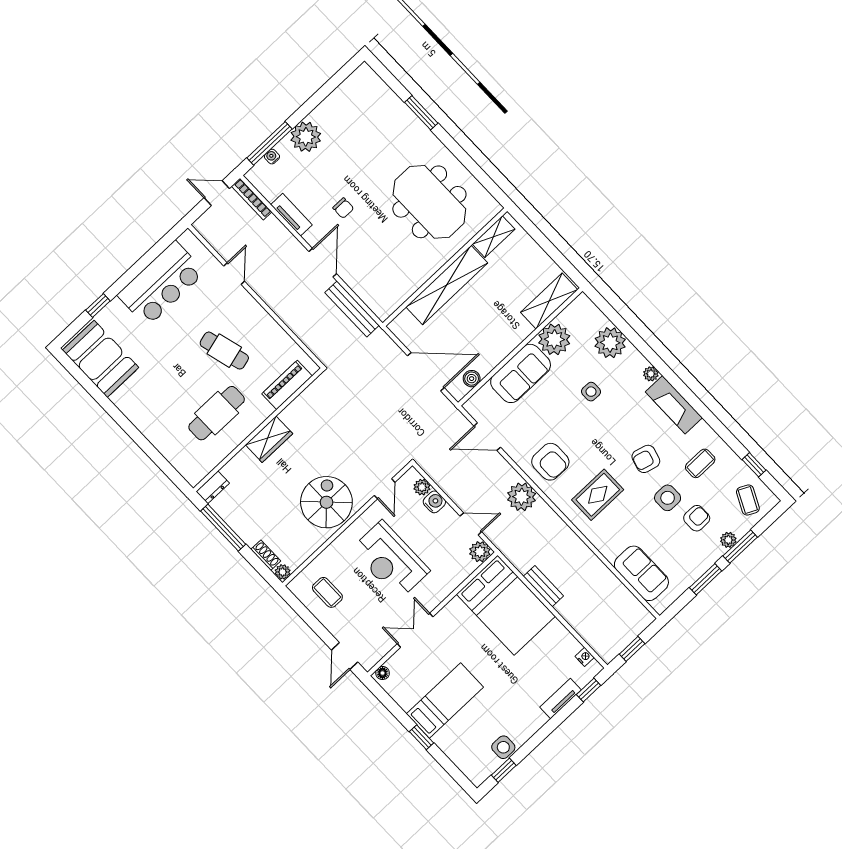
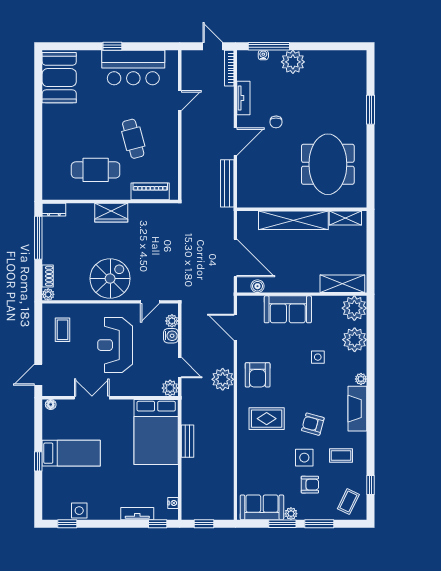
window: (98, 306) -> (112, 46), moved
plant: (554, 339) -> (354, 308), moved
plant: (728, 540) -> (291, 514), moved
sofa: (641, 573) -> (262, 507), moved, turned -90

